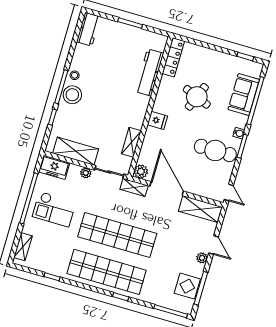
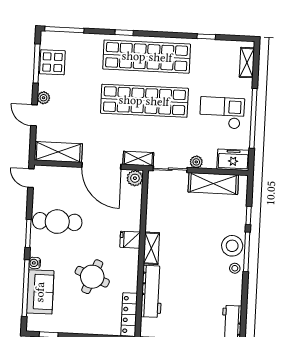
water cooler: (239, 133) -> (35, 263), moved
shelving: (131, 142) -> (151, 248), moved

